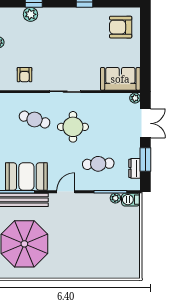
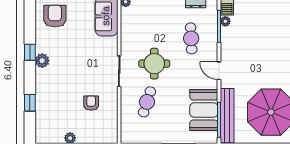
plant: (31, 14) -> (42, 61), moved
armchair: (121, 27) -> (55, 16), turned 180
armchair: (25, 75) -> (91, 103), moved, turned -90

